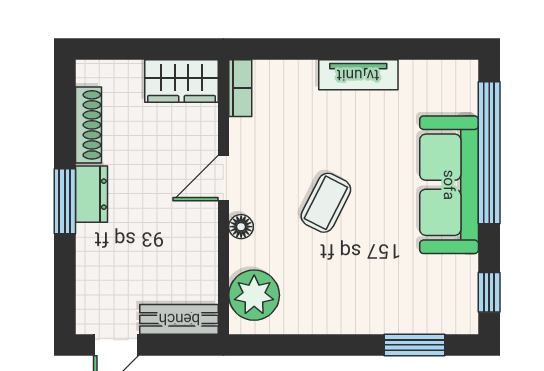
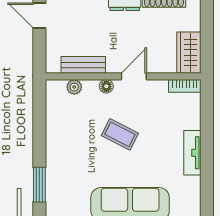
door: (223, 178) -> (134, 76), hinge flipped
plant: (254, 295) -> (74, 87), width x0.53, depth x0.53
bench: (179, 319) -> (83, 65), moved, turned 90

